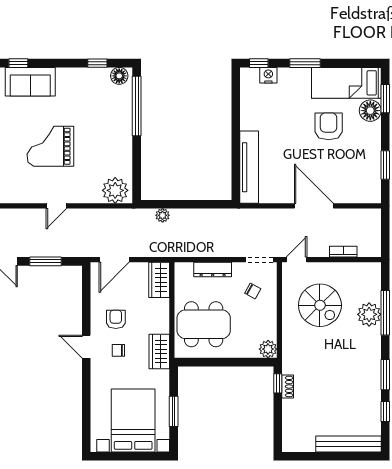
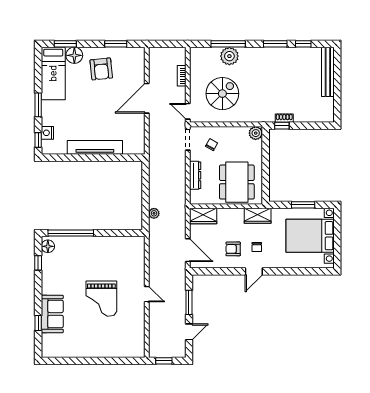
armchair: (329, 126) -> (101, 69), moved, turned -96
tv unit: (249, 167) -> (95, 147), moved
plant: (115, 190) -> (135, 249), removed

